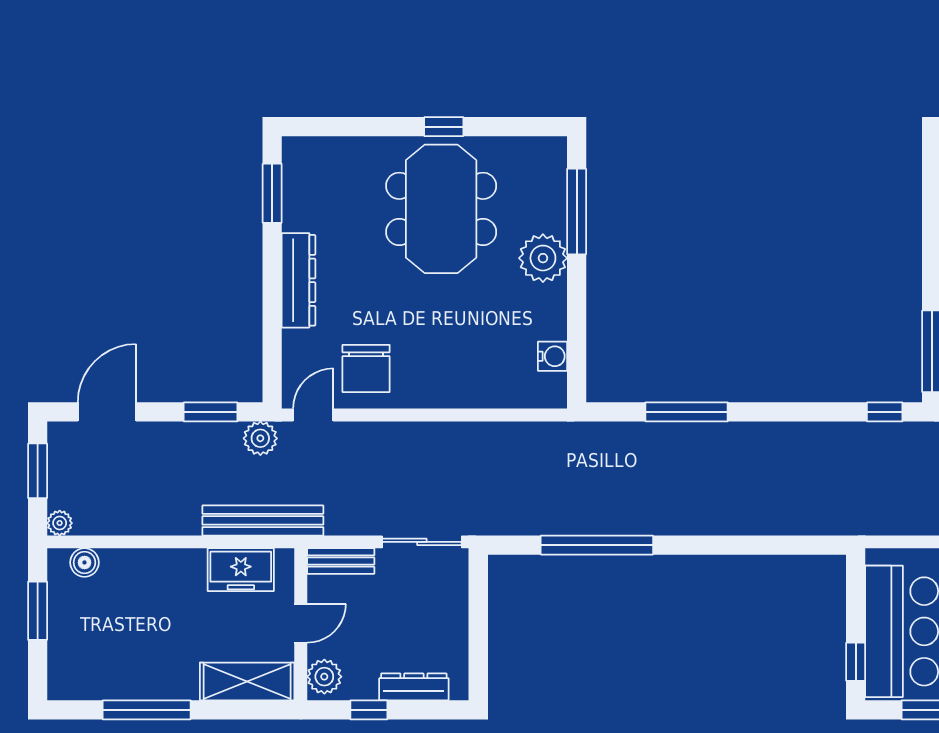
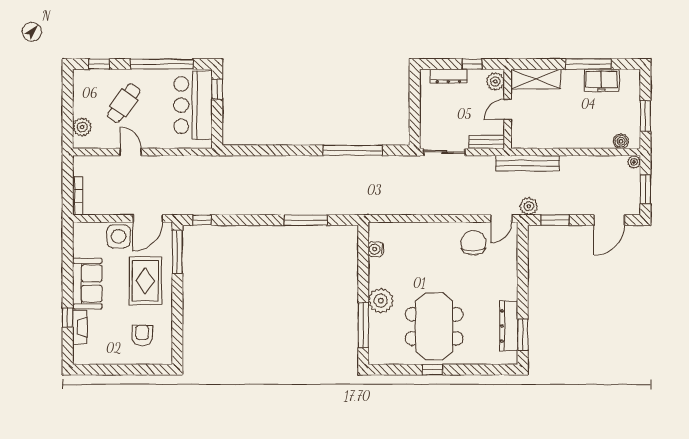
dresser: (299, 280) -> (509, 326), moved
freezer: (241, 570) -> (601, 80), moved, turned 180

